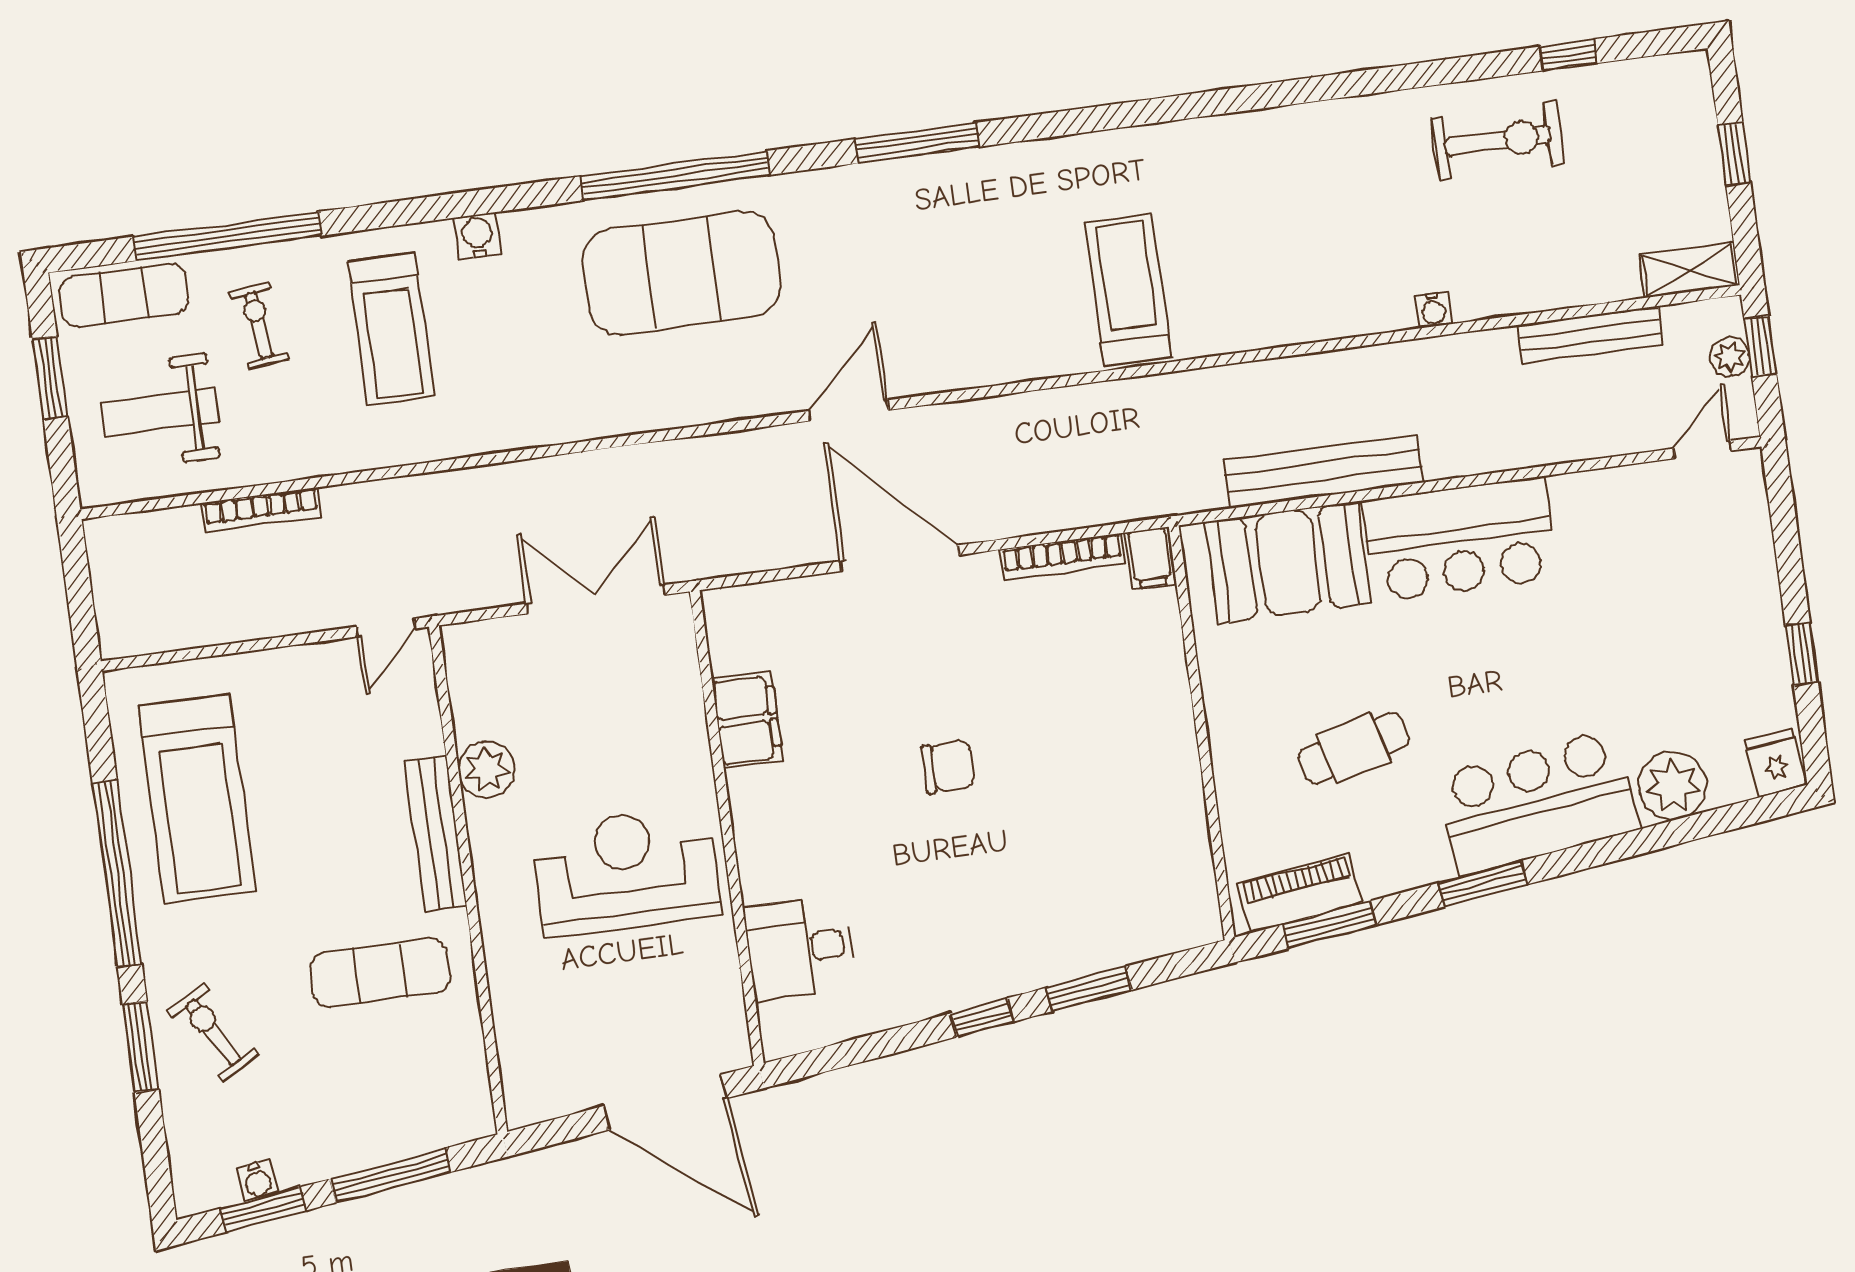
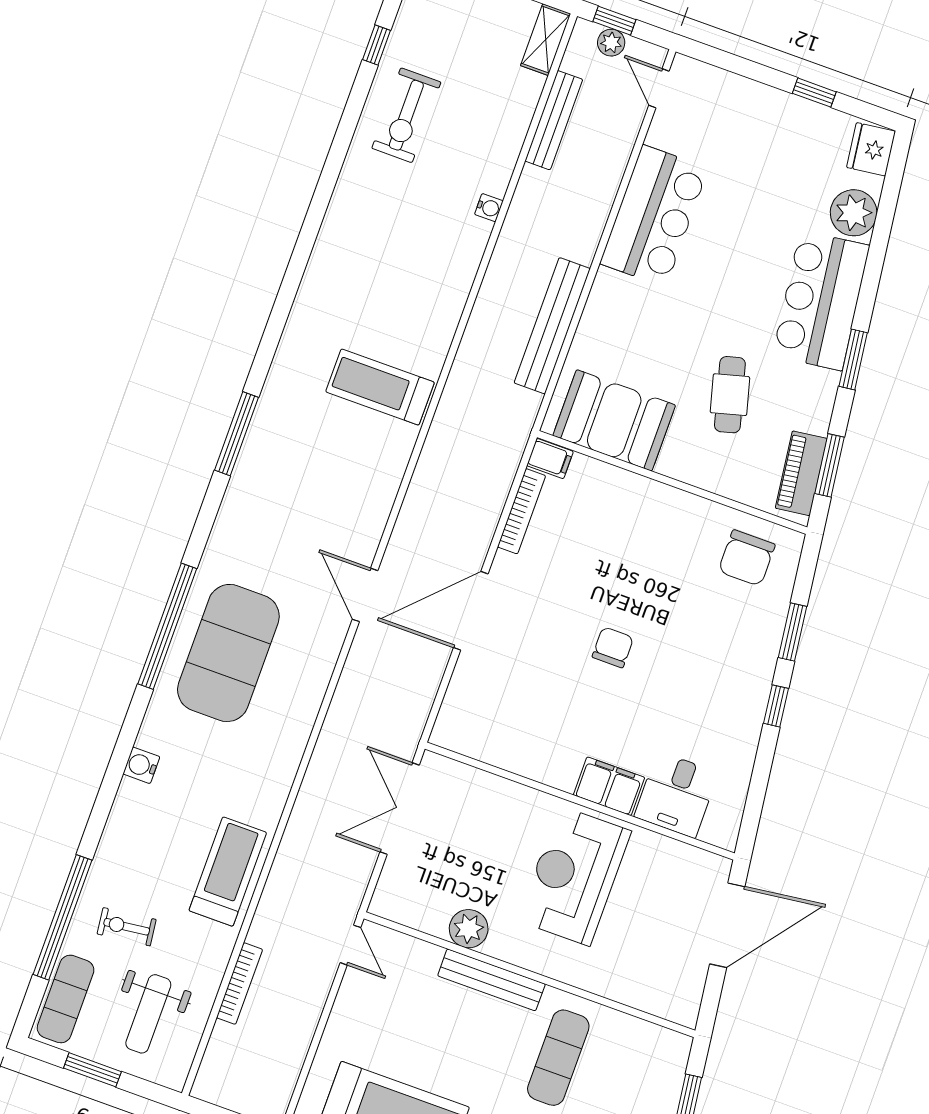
exercise bike: (1498, 141) -> (406, 115), turned 180
window: (917, 143) -> (237, 434), moved
treadmill: (391, 329) -> (228, 872), moved, turned -90
bar counter: (1460, 539) -> (654, 216), moved
booth: (1288, 562) -> (614, 420), moved, turned 90
filing cabinet: (747, 720) -> (609, 786), moved
fridge: (1776, 763) -> (871, 149), width x1.38
chair: (1154, 880) -> (747, 558), added

